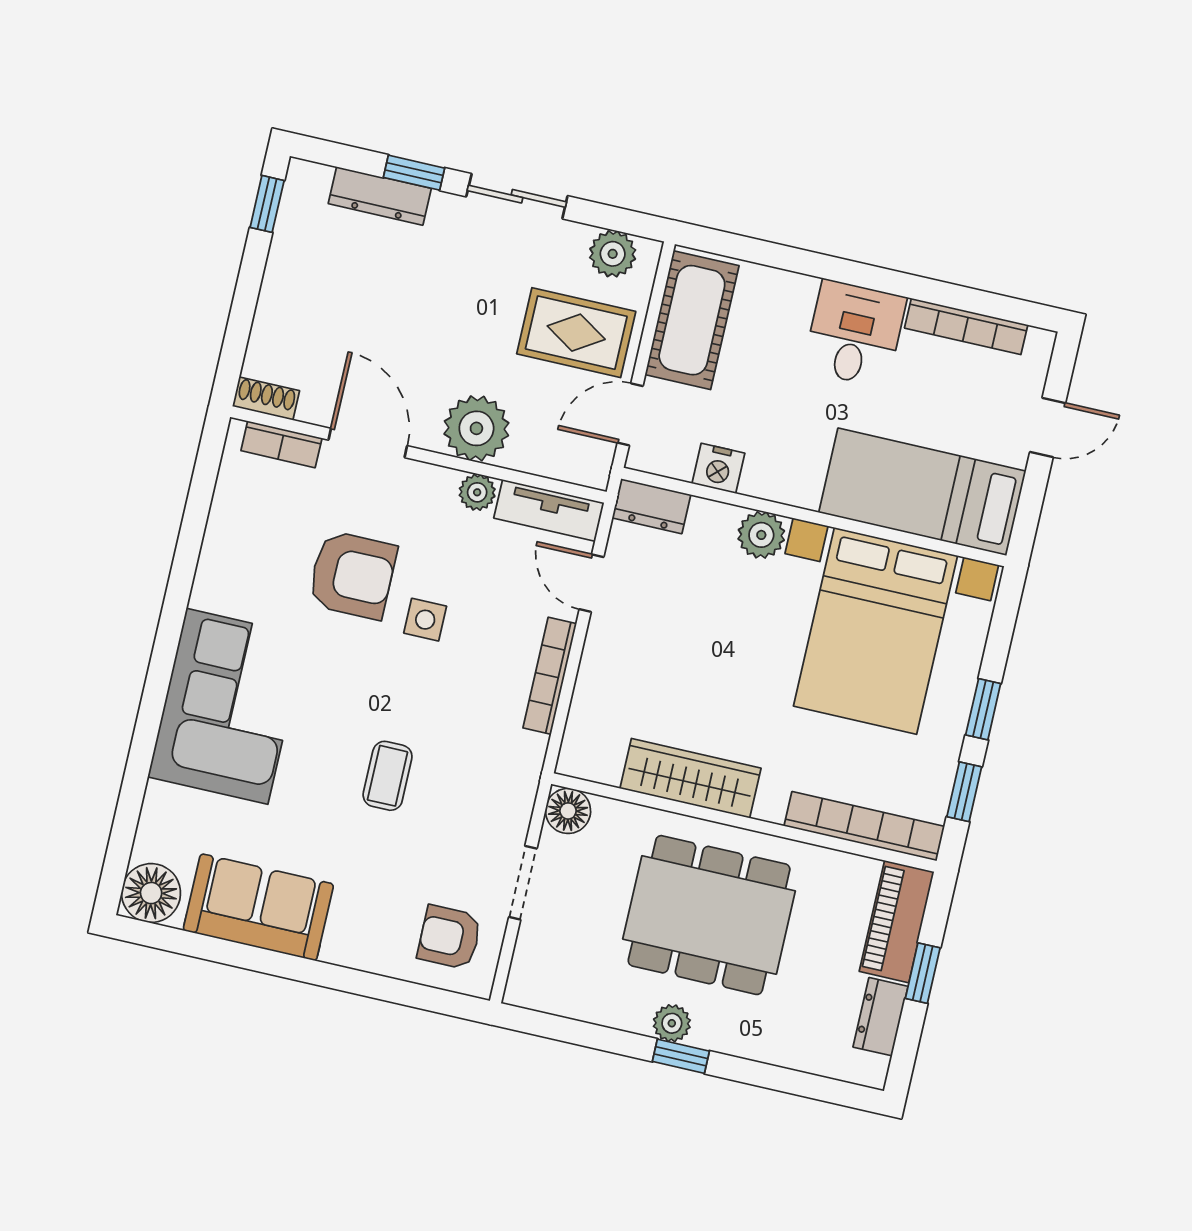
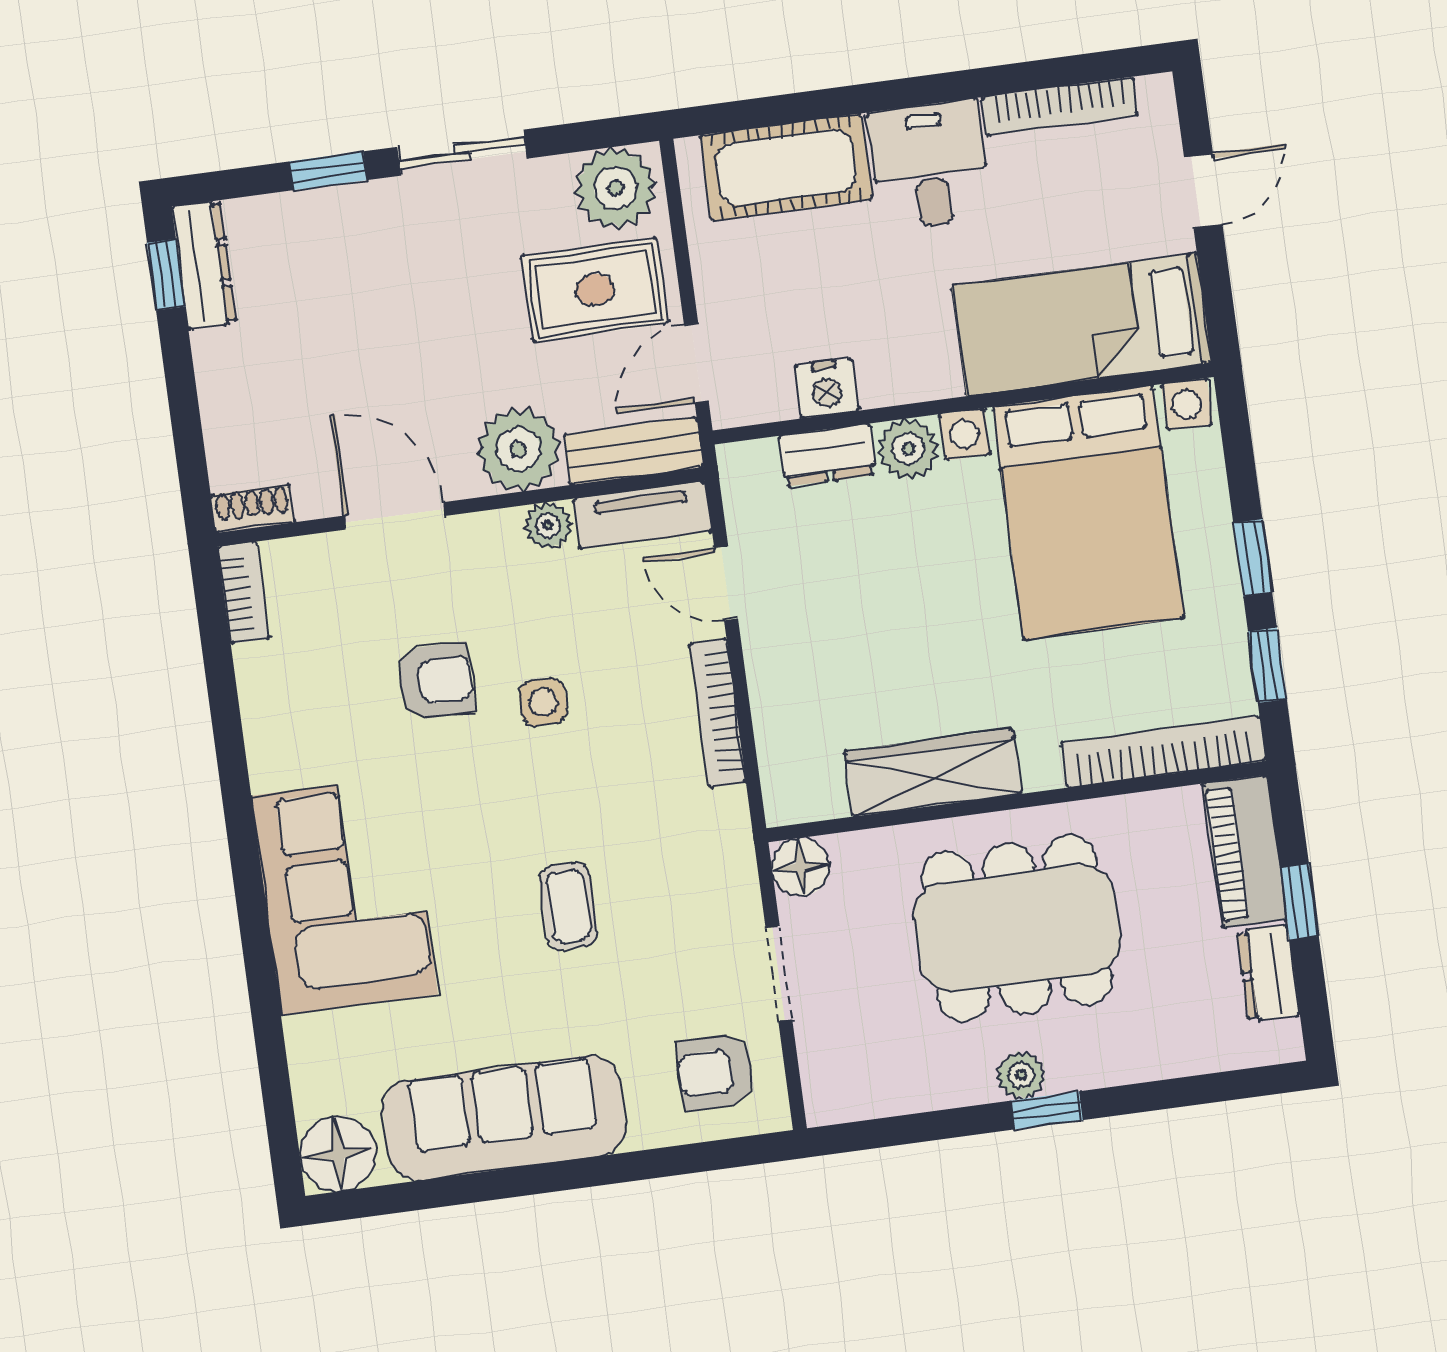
dresser: (380, 196) -> (204, 265), moved, turned -90
plant: (613, 254) -> (615, 188), width x1.36, depth x1.36
cot: (692, 320) -> (786, 167), moved, turned 90
bookcase: (281, 444) -> (243, 593), moved, turned -90
bench: (560, 461) -> (634, 451), added
dresser: (651, 506) -> (827, 455), moved
armchair: (352, 575) -> (436, 681), width x0.72, depth x0.72
sofa: (258, 907) -> (504, 1118), width x1.36

